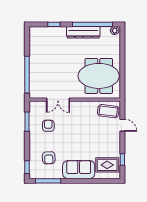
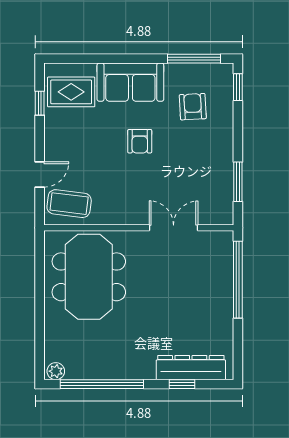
dresser: (83, 32) -> (191, 368), moved
meeting table: (99, 76) -> (89, 277), turned 90
door: (122, 125) -> (40, 174), swing flipped
armchair: (48, 126) -> (140, 141), moved

